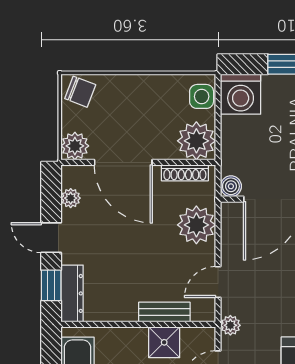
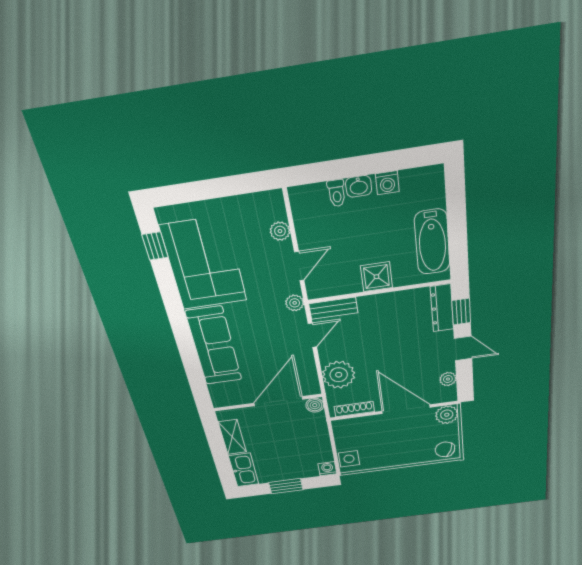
washing machine: (241, 94) -> (327, 469), width x0.53, depth x0.53
plant: (196, 141) -> (348, 431), removed
bench: (164, 312) -> (333, 308), moved
shower: (164, 342) -> (376, 277), moved

